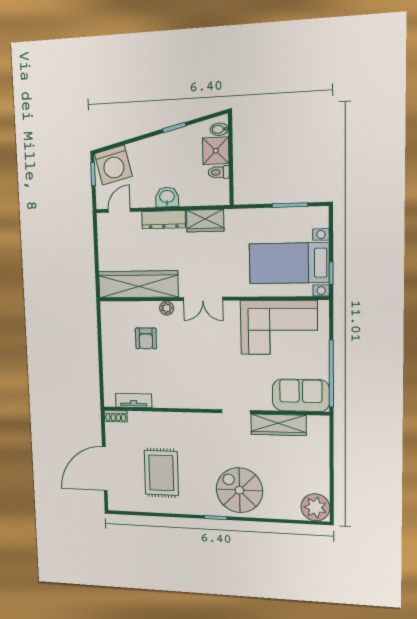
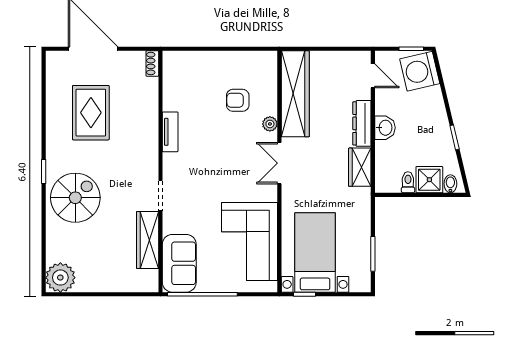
tv unit: (134, 401) -> (170, 132), moved
rug: (161, 473) -> (91, 113), turned 90

